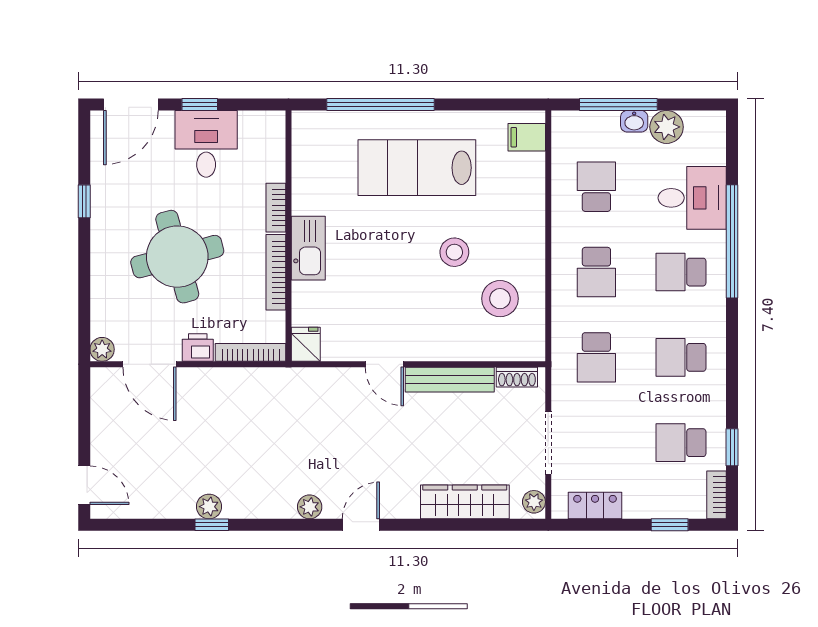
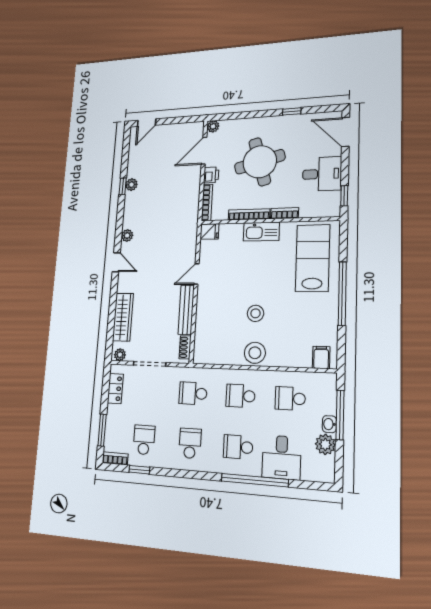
window: (200, 105) -> (344, 196), moved
window: (381, 105) -> (342, 294), moved
lab bench: (417, 168) -> (313, 258), moved
school desk: (596, 187) -> (290, 398), turned 180
school desk: (681, 272) -> (238, 447), turned -90
stool: (500, 299) -> (255, 353), moved
window: (670, 525) -> (102, 430), width x1.50

